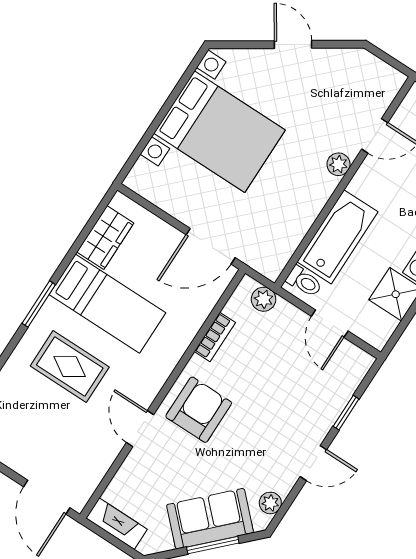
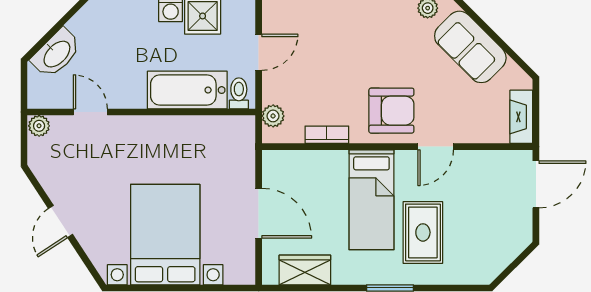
plant: (338, 164) -> (39, 126), moved
door: (211, 246) -> (259, 213), moved
bed: (107, 304) -> (371, 200), moved, turned 180
armchair: (199, 410) -> (391, 111), turned 180
window: (213, 545) -> (489, 31), removed

